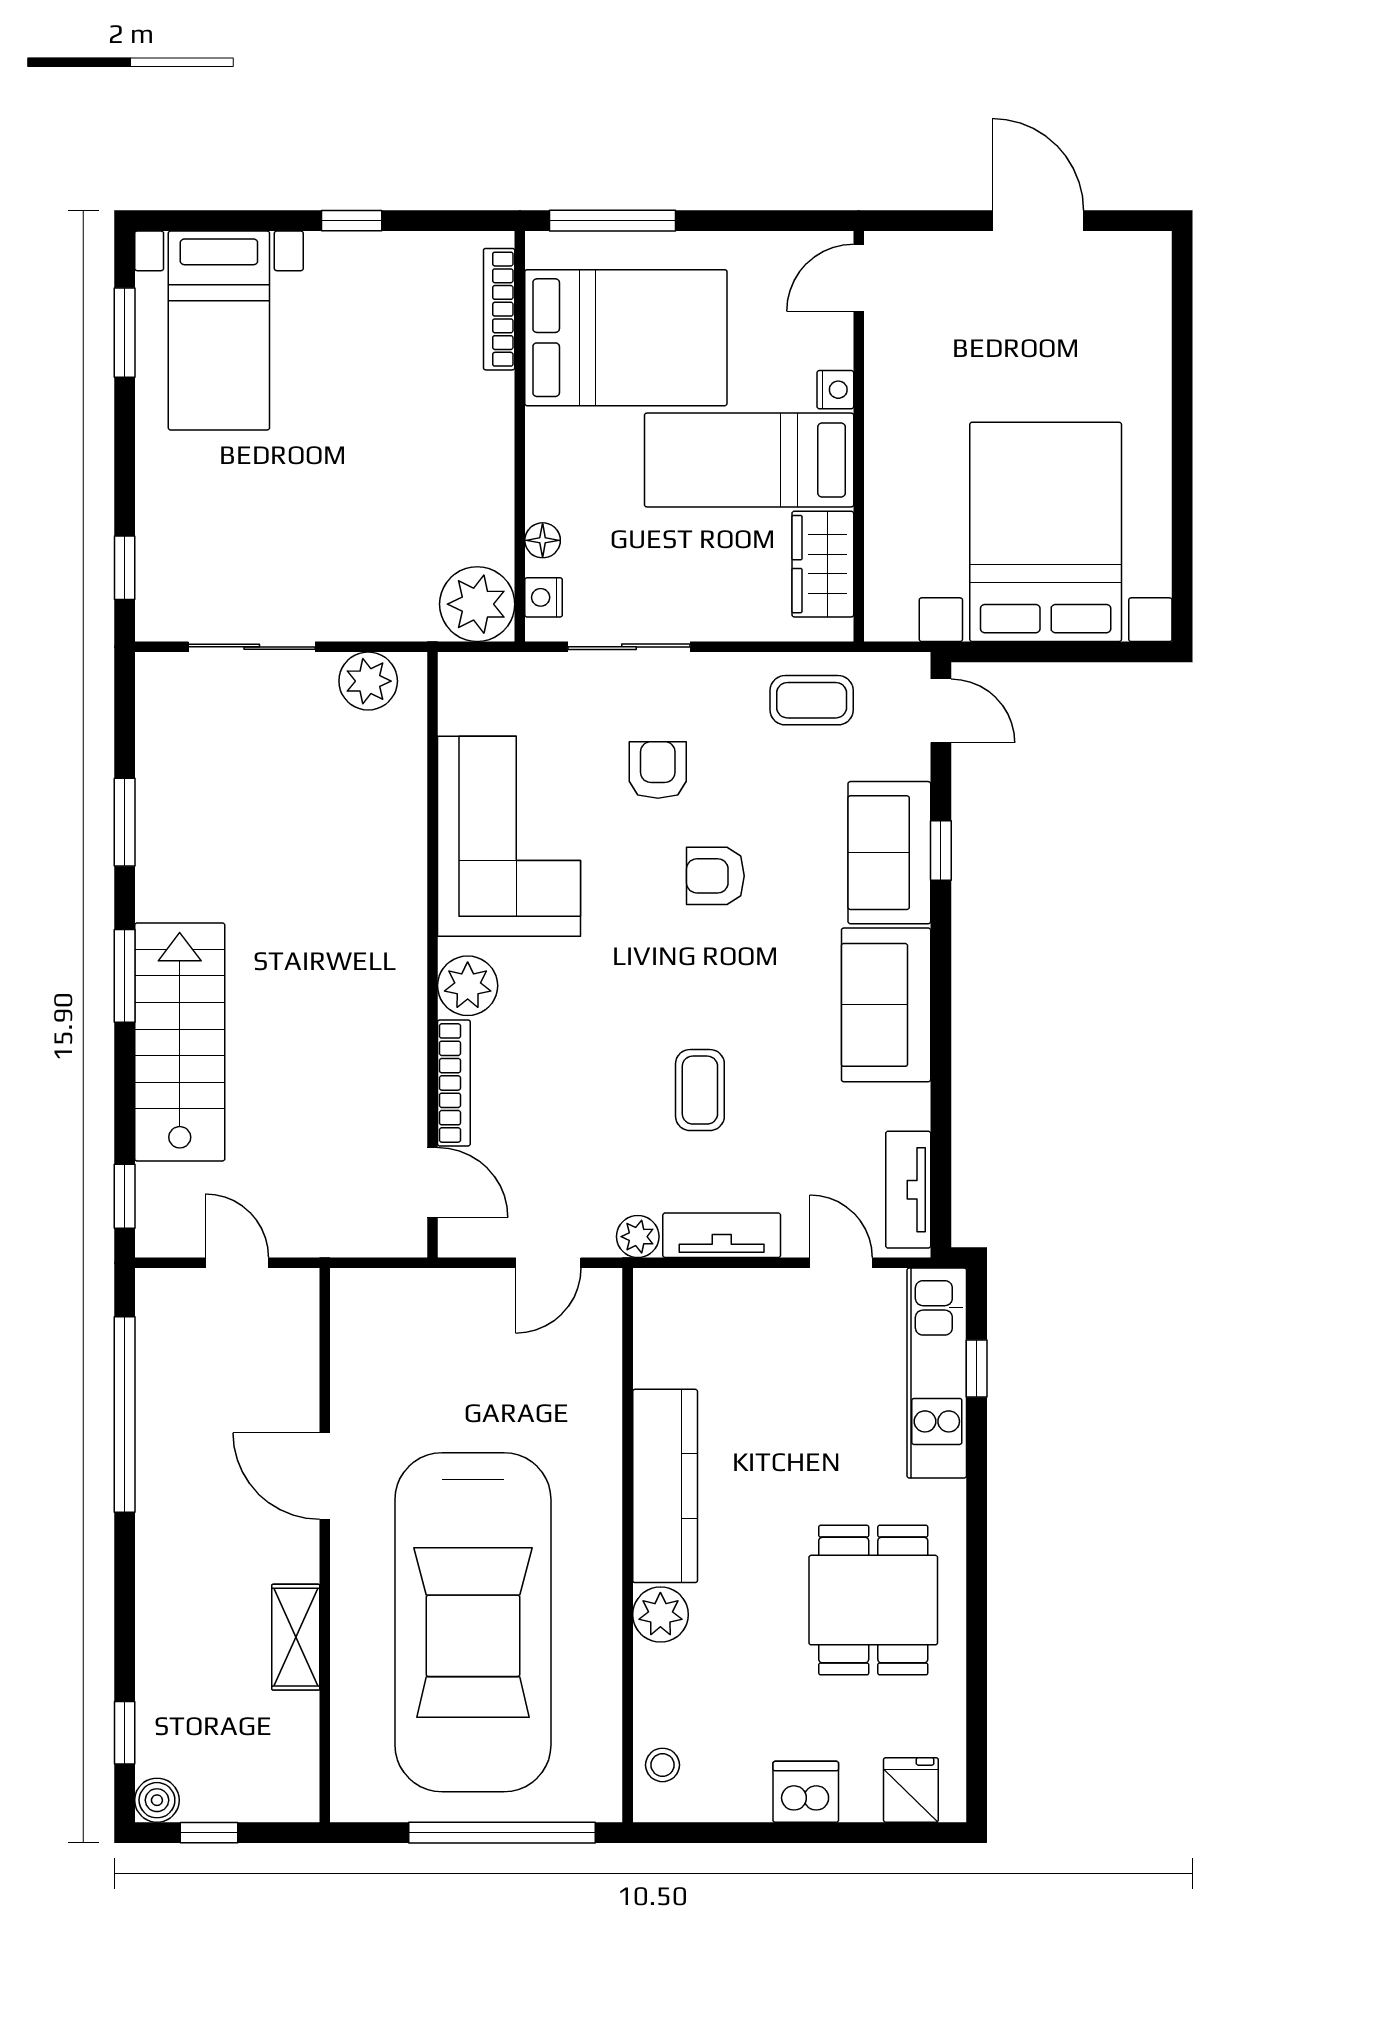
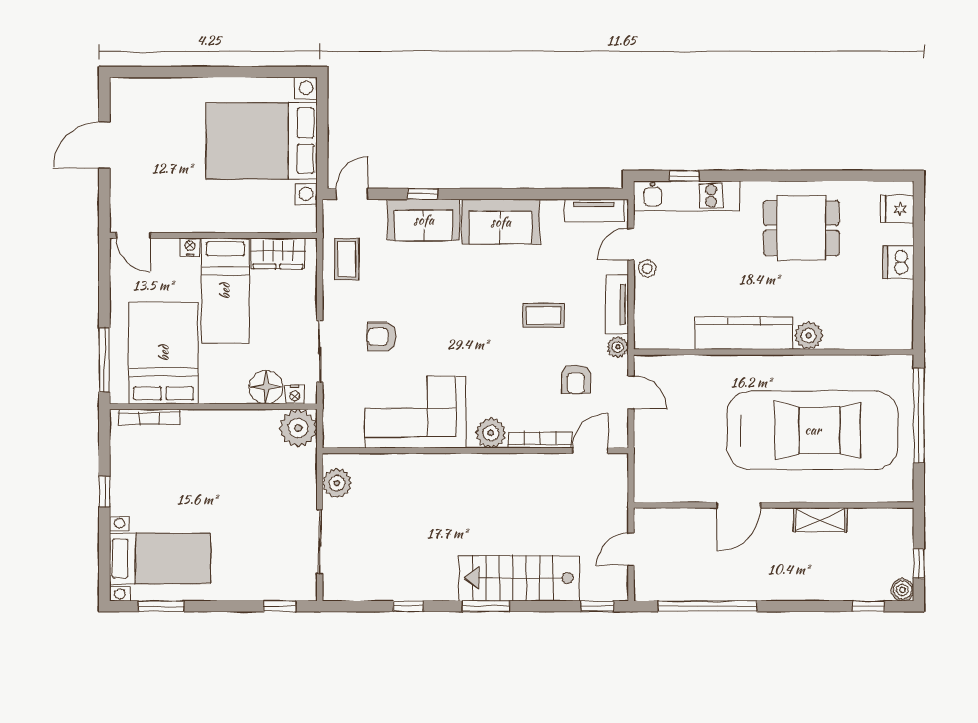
floor lamp: (543, 540) -> (266, 387), width x1.89, depth x1.89
window: (125, 822) -> (408, 606), width x0.67
armchair: (715, 876) -> (576, 379), moved
stool: (663, 1765) -> (647, 269), moved

